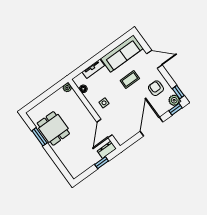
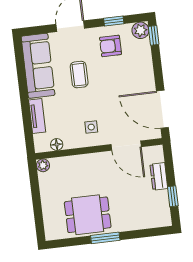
window: (178, 92) -> (114, 21), moved
door: (152, 127) -> (162, 109), moved
window: (39, 137) -> (105, 238), moved
dresser: (107, 150) -> (159, 176), moved
window: (102, 163) -> (173, 196), moved

